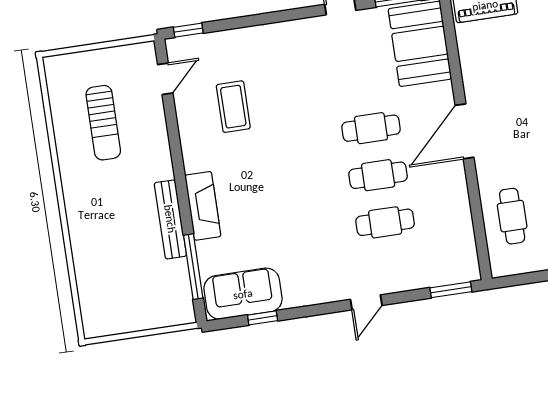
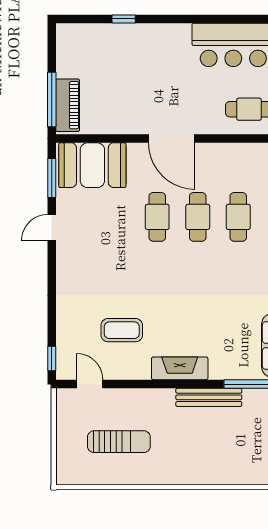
fireplace: (203, 206) -> (180, 368), moved

